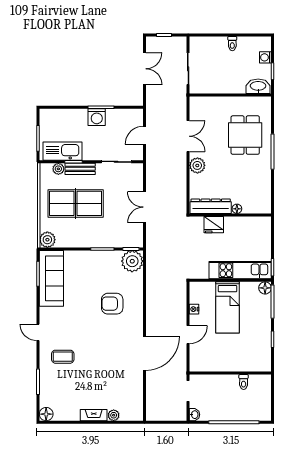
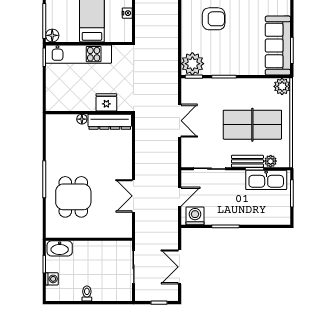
washing machine: (97, 117) -> (195, 216), moved
plant: (197, 165) -> (124, 165), removed

